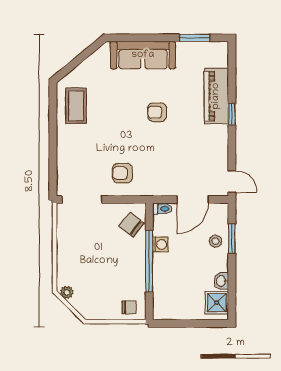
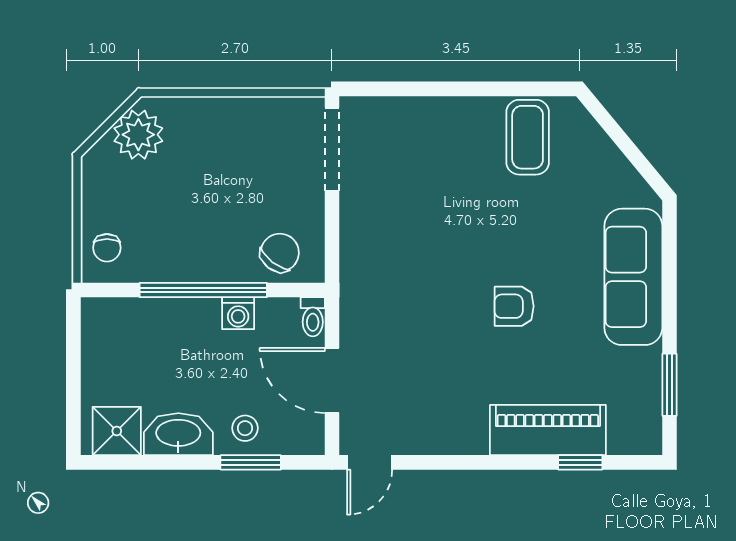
coffee table: (76, 106) -> (528, 137), turned 90
armchair: (157, 112) -> (514, 306), turned -90
window: (232, 114) -> (580, 462), moved
armchair: (122, 173) -> (387, 234), removed
washbasin: (221, 281) -> (178, 434), width x1.91, depth x1.45
plant: (67, 292) -> (138, 135), width x1.88, depth x1.88

